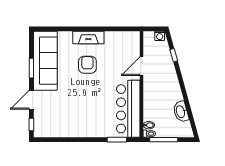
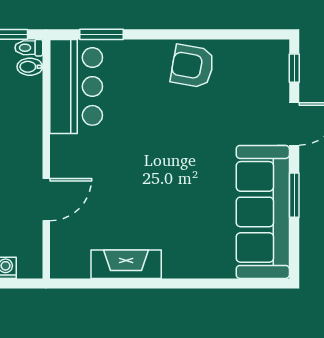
fireplace: (88, 37) -> (126, 264), moved
armchair: (87, 65) -> (192, 66), moved, turned 100
bar counter: (128, 109) -> (76, 86), width x0.73

